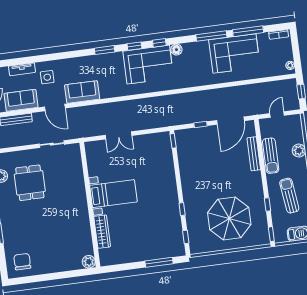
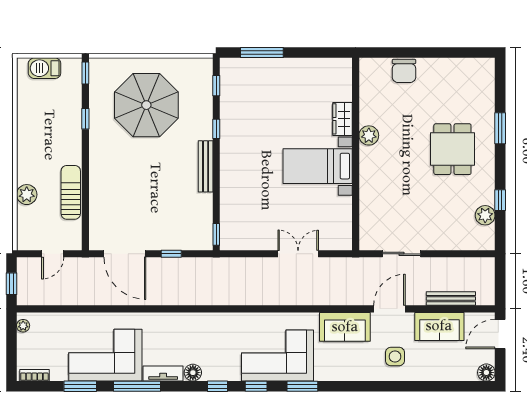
window: (248, 31) -> (80, 386), width x0.69
corner sofa: (148, 65) -> (277, 355), moved
tv unit: (22, 69) -> (163, 374), moved
door: (55, 108) -> (389, 309), hinge flipped
door: (230, 121) -> (125, 254), swing flipped
bench: (254, 154) -> (206, 166), moved
dining table: (30, 183) -> (452, 149), moved
sun lounger: (289, 196) -> (50, 128), removed
wardrobe: (102, 232) -> (342, 119), width x0.67
chair: (22, 262) -> (404, 71), moved
plant: (89, 262) -> (369, 135), moved

